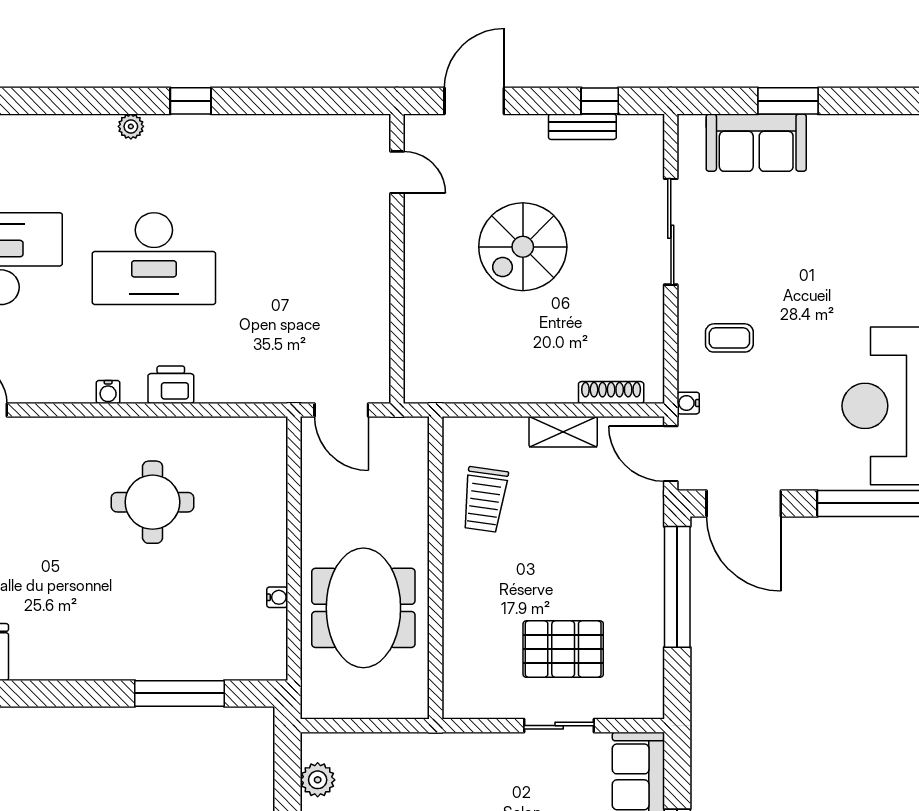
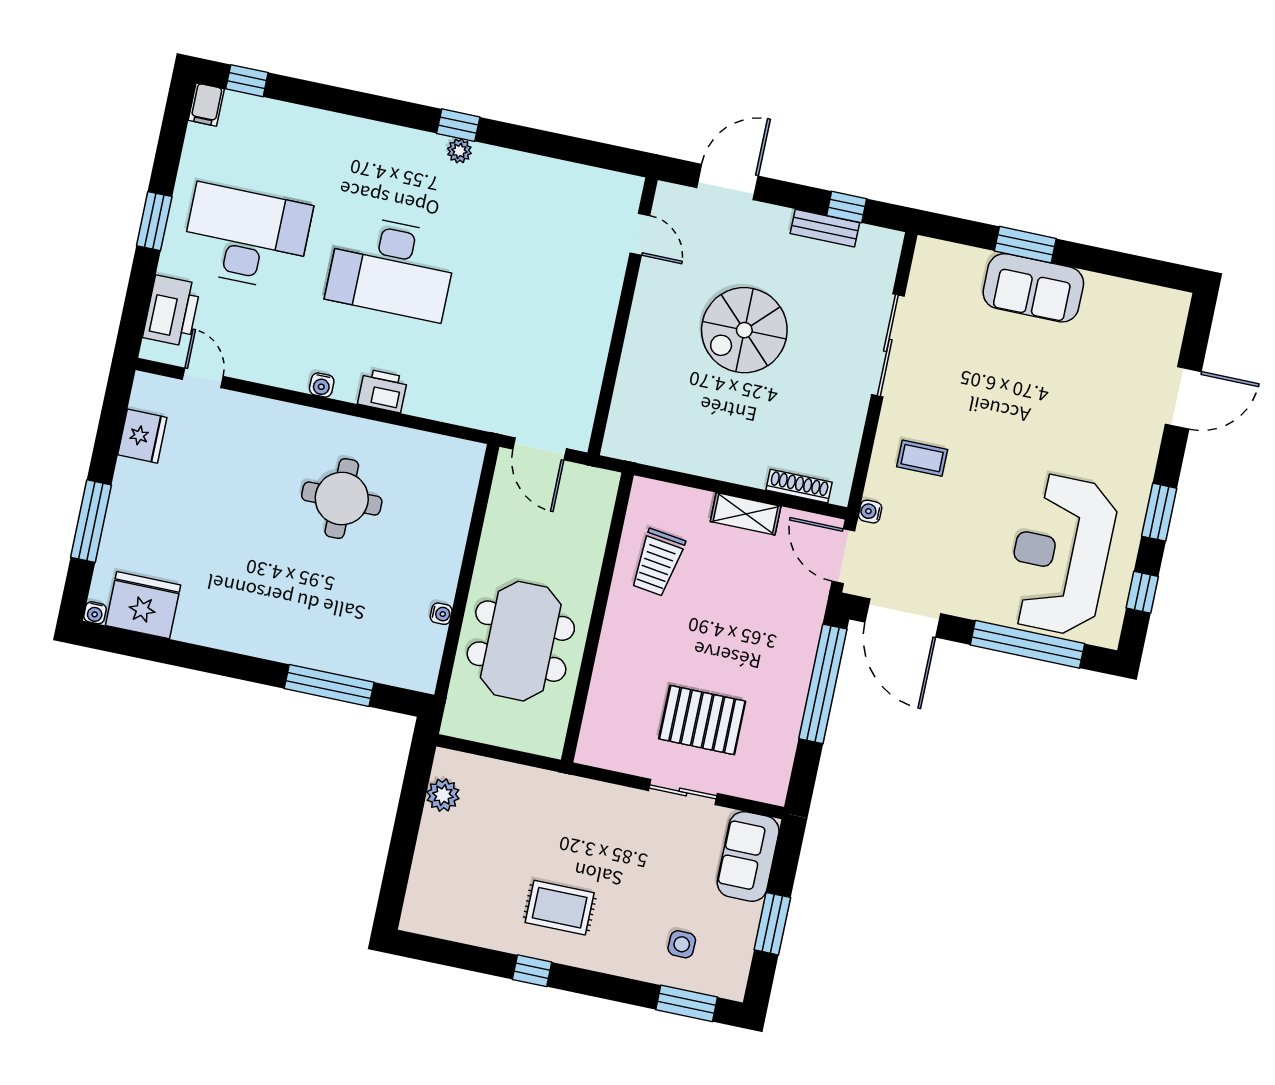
plant: (131, 126) -> (459, 151), moved
sofa: (756, 143) -> (1033, 288), moved

